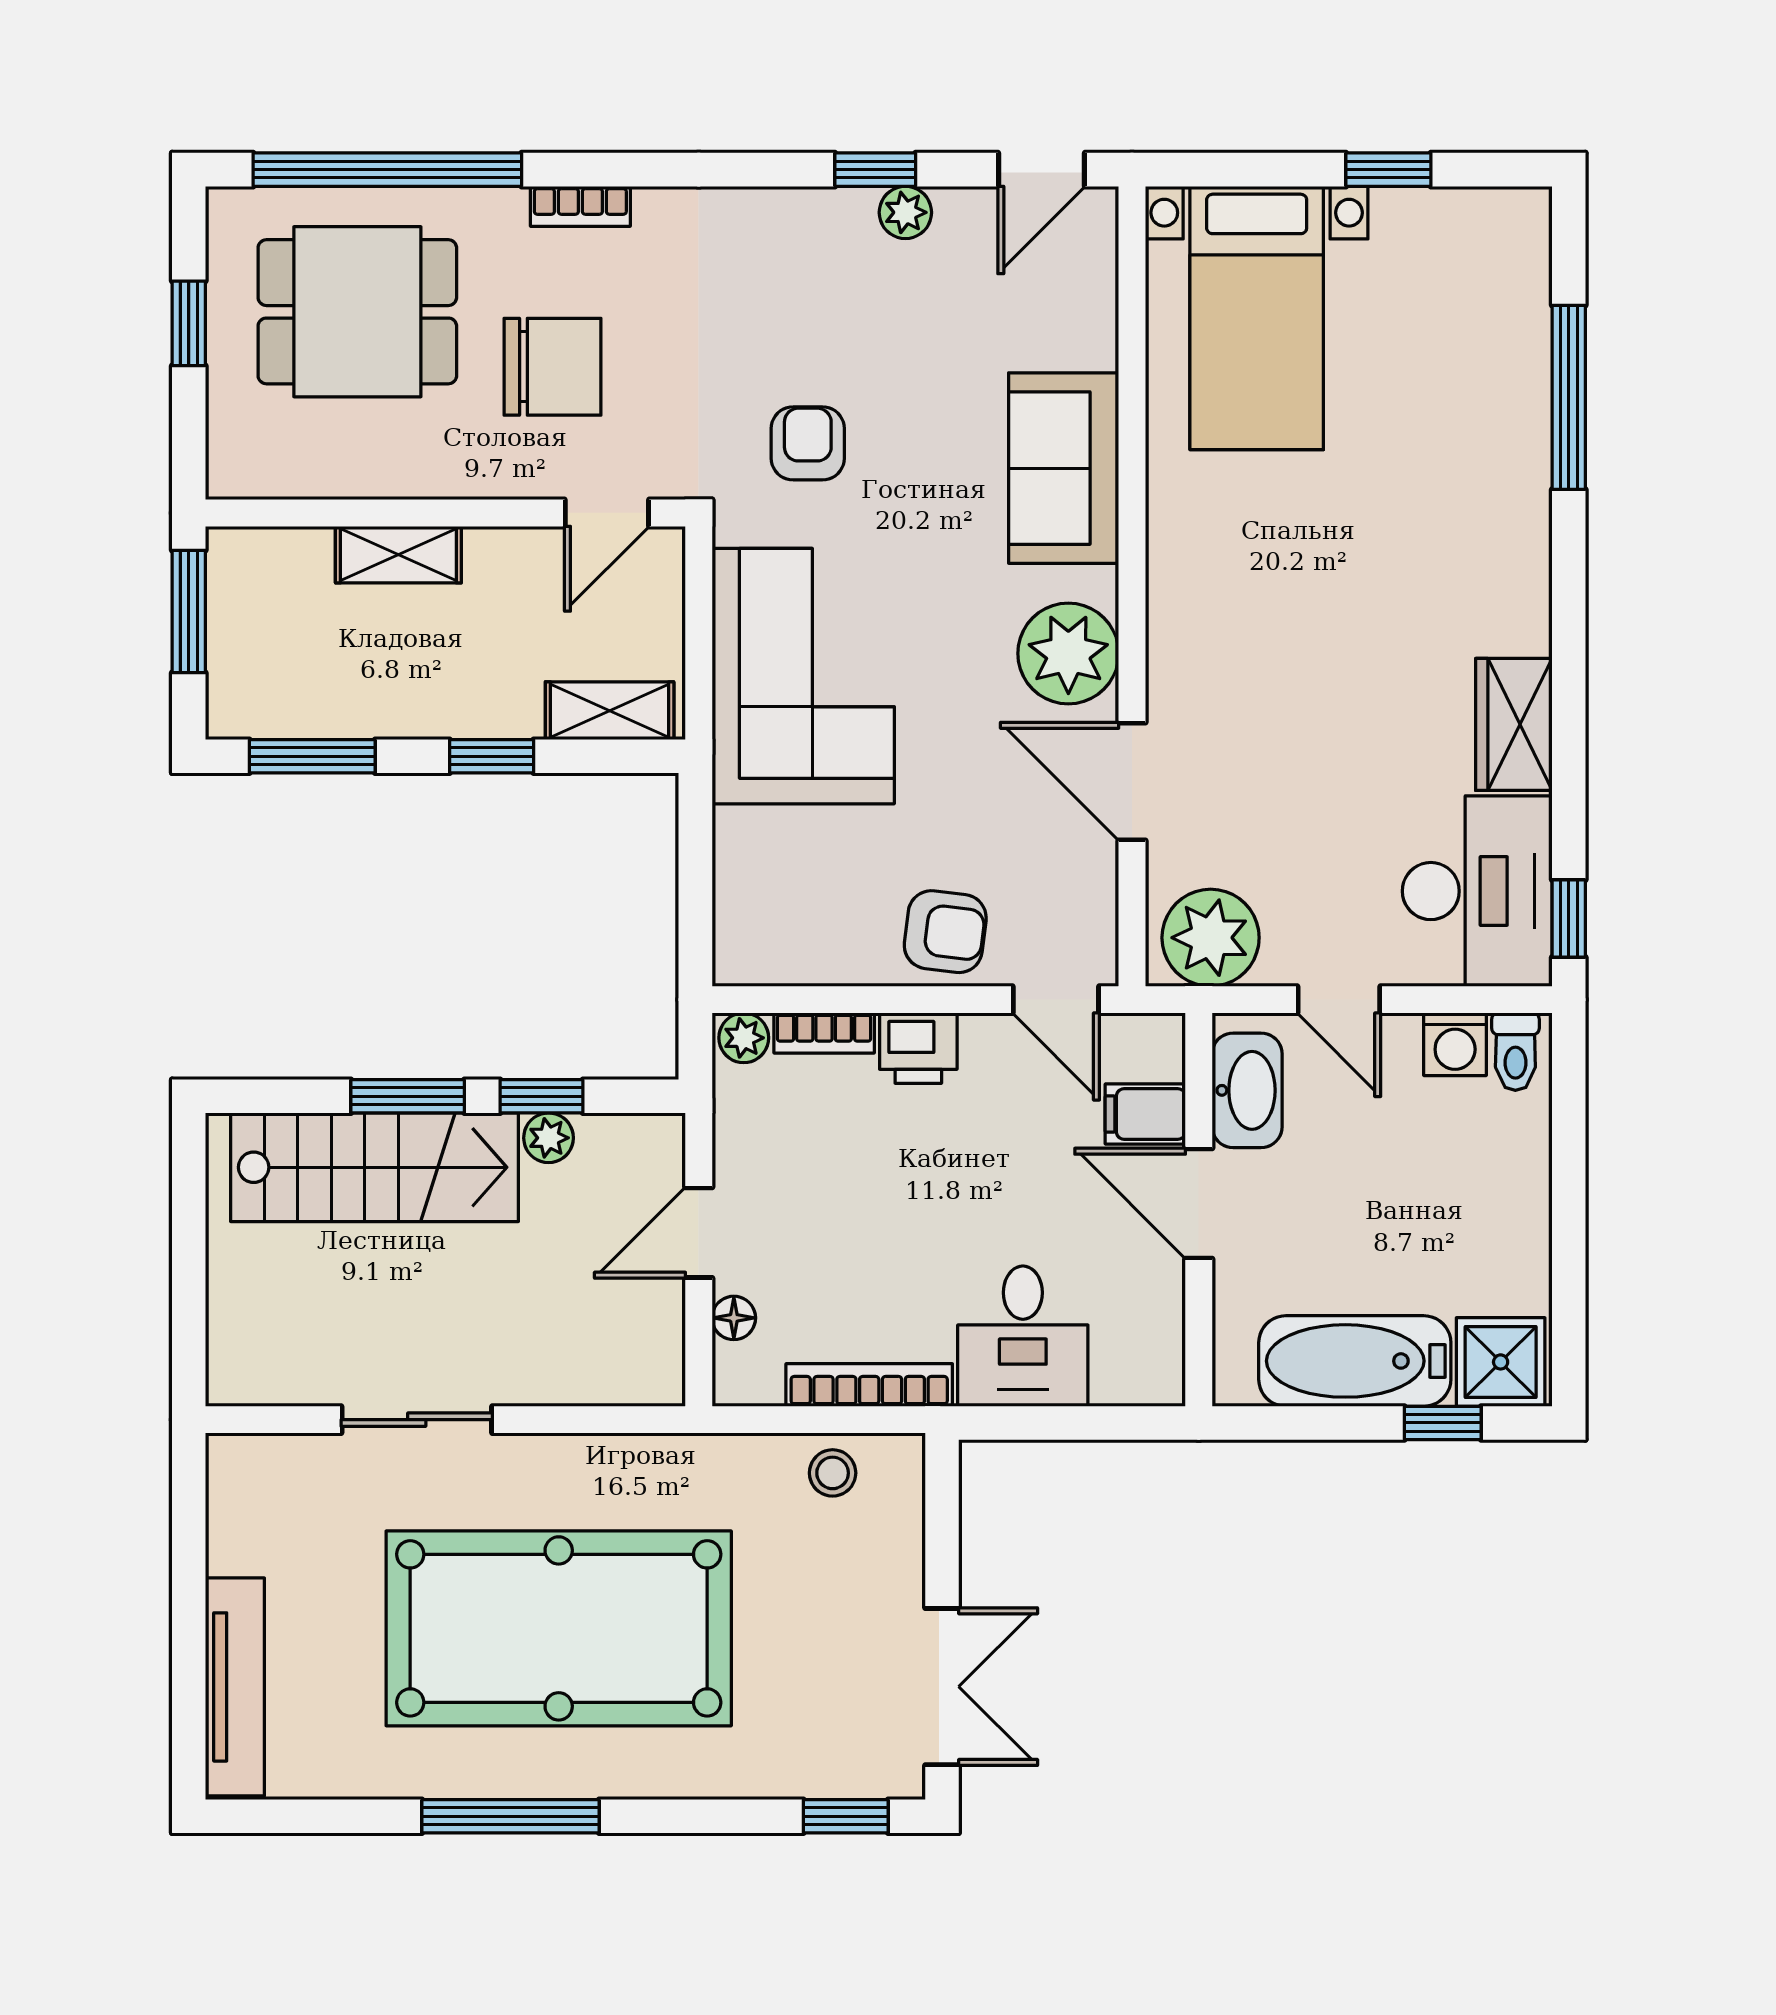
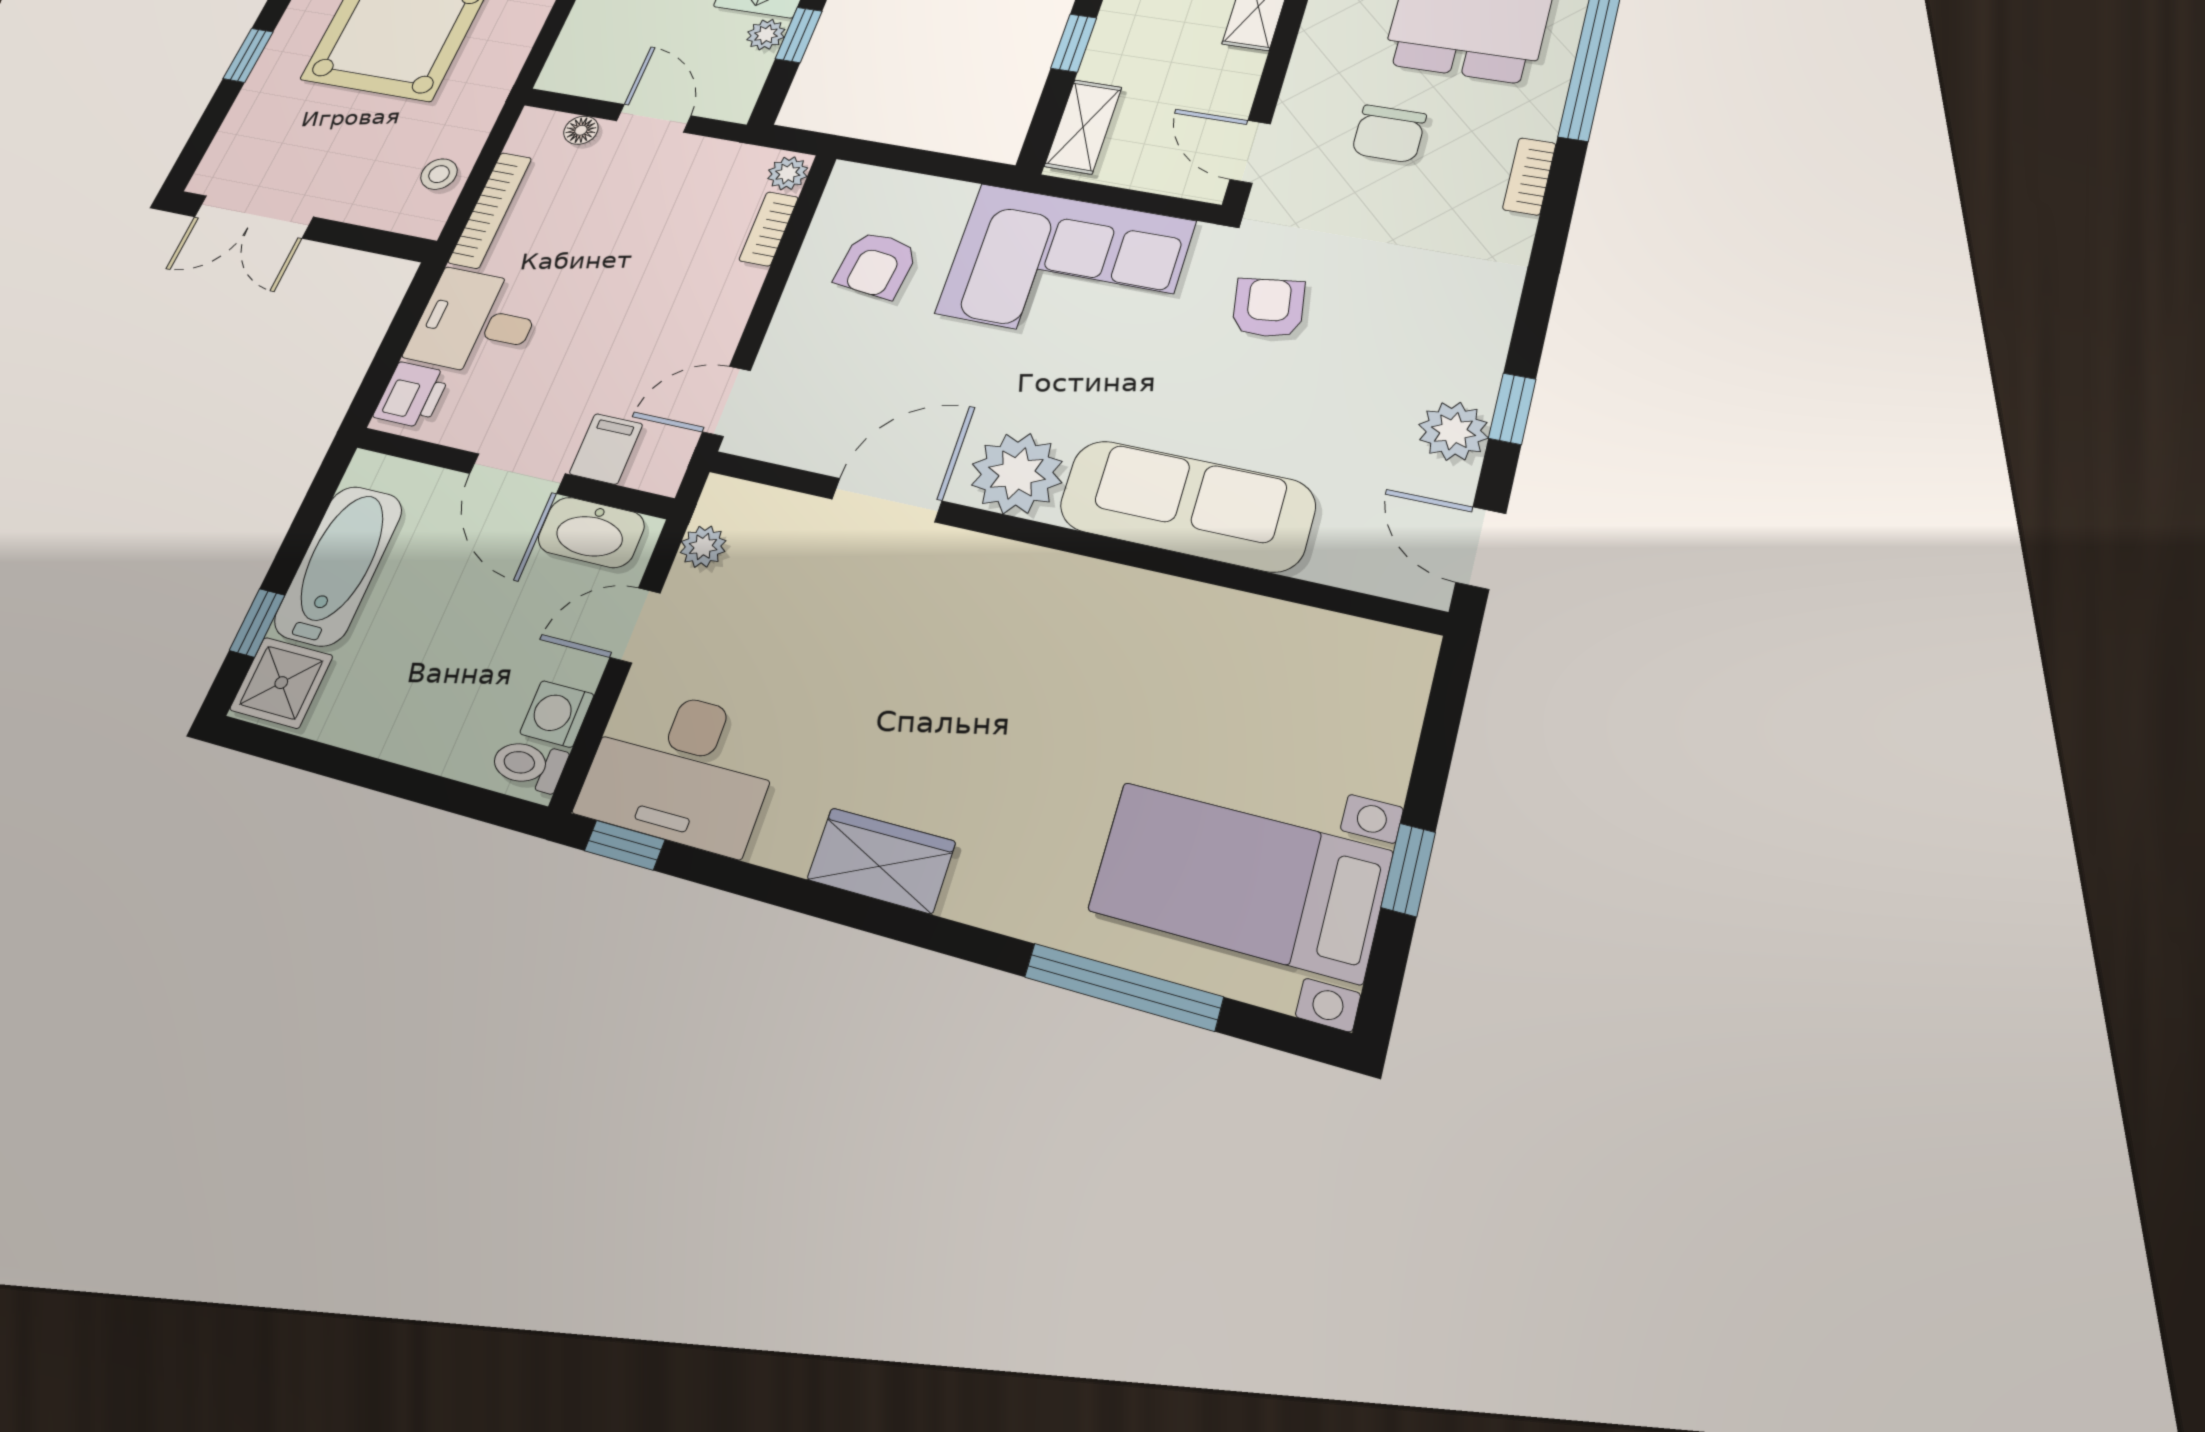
plant: (905, 212) -> (1453, 431), width x1.38, depth x1.38
bed with nightstands: (1257, 318) -> (1240, 881), moved
chair: (552, 367) -> (1389, 134), width x0.73, depth x0.73
armchair: (808, 443) -> (1268, 308), turned -98
sofa: (1064, 468) -> (1187, 505), width x1.36
wardrobe: (1514, 724) -> (881, 860), moved
armchair: (945, 932) -> (876, 265), moved
plant: (1211, 938) -> (703, 547), width x0.53, depth x0.53
printer: (918, 1048) -> (412, 395), moved, turned 180
door: (1199, 1203) -> (517, 474), swing flipped
window: (846, 1816) -> (248, 55), moved

